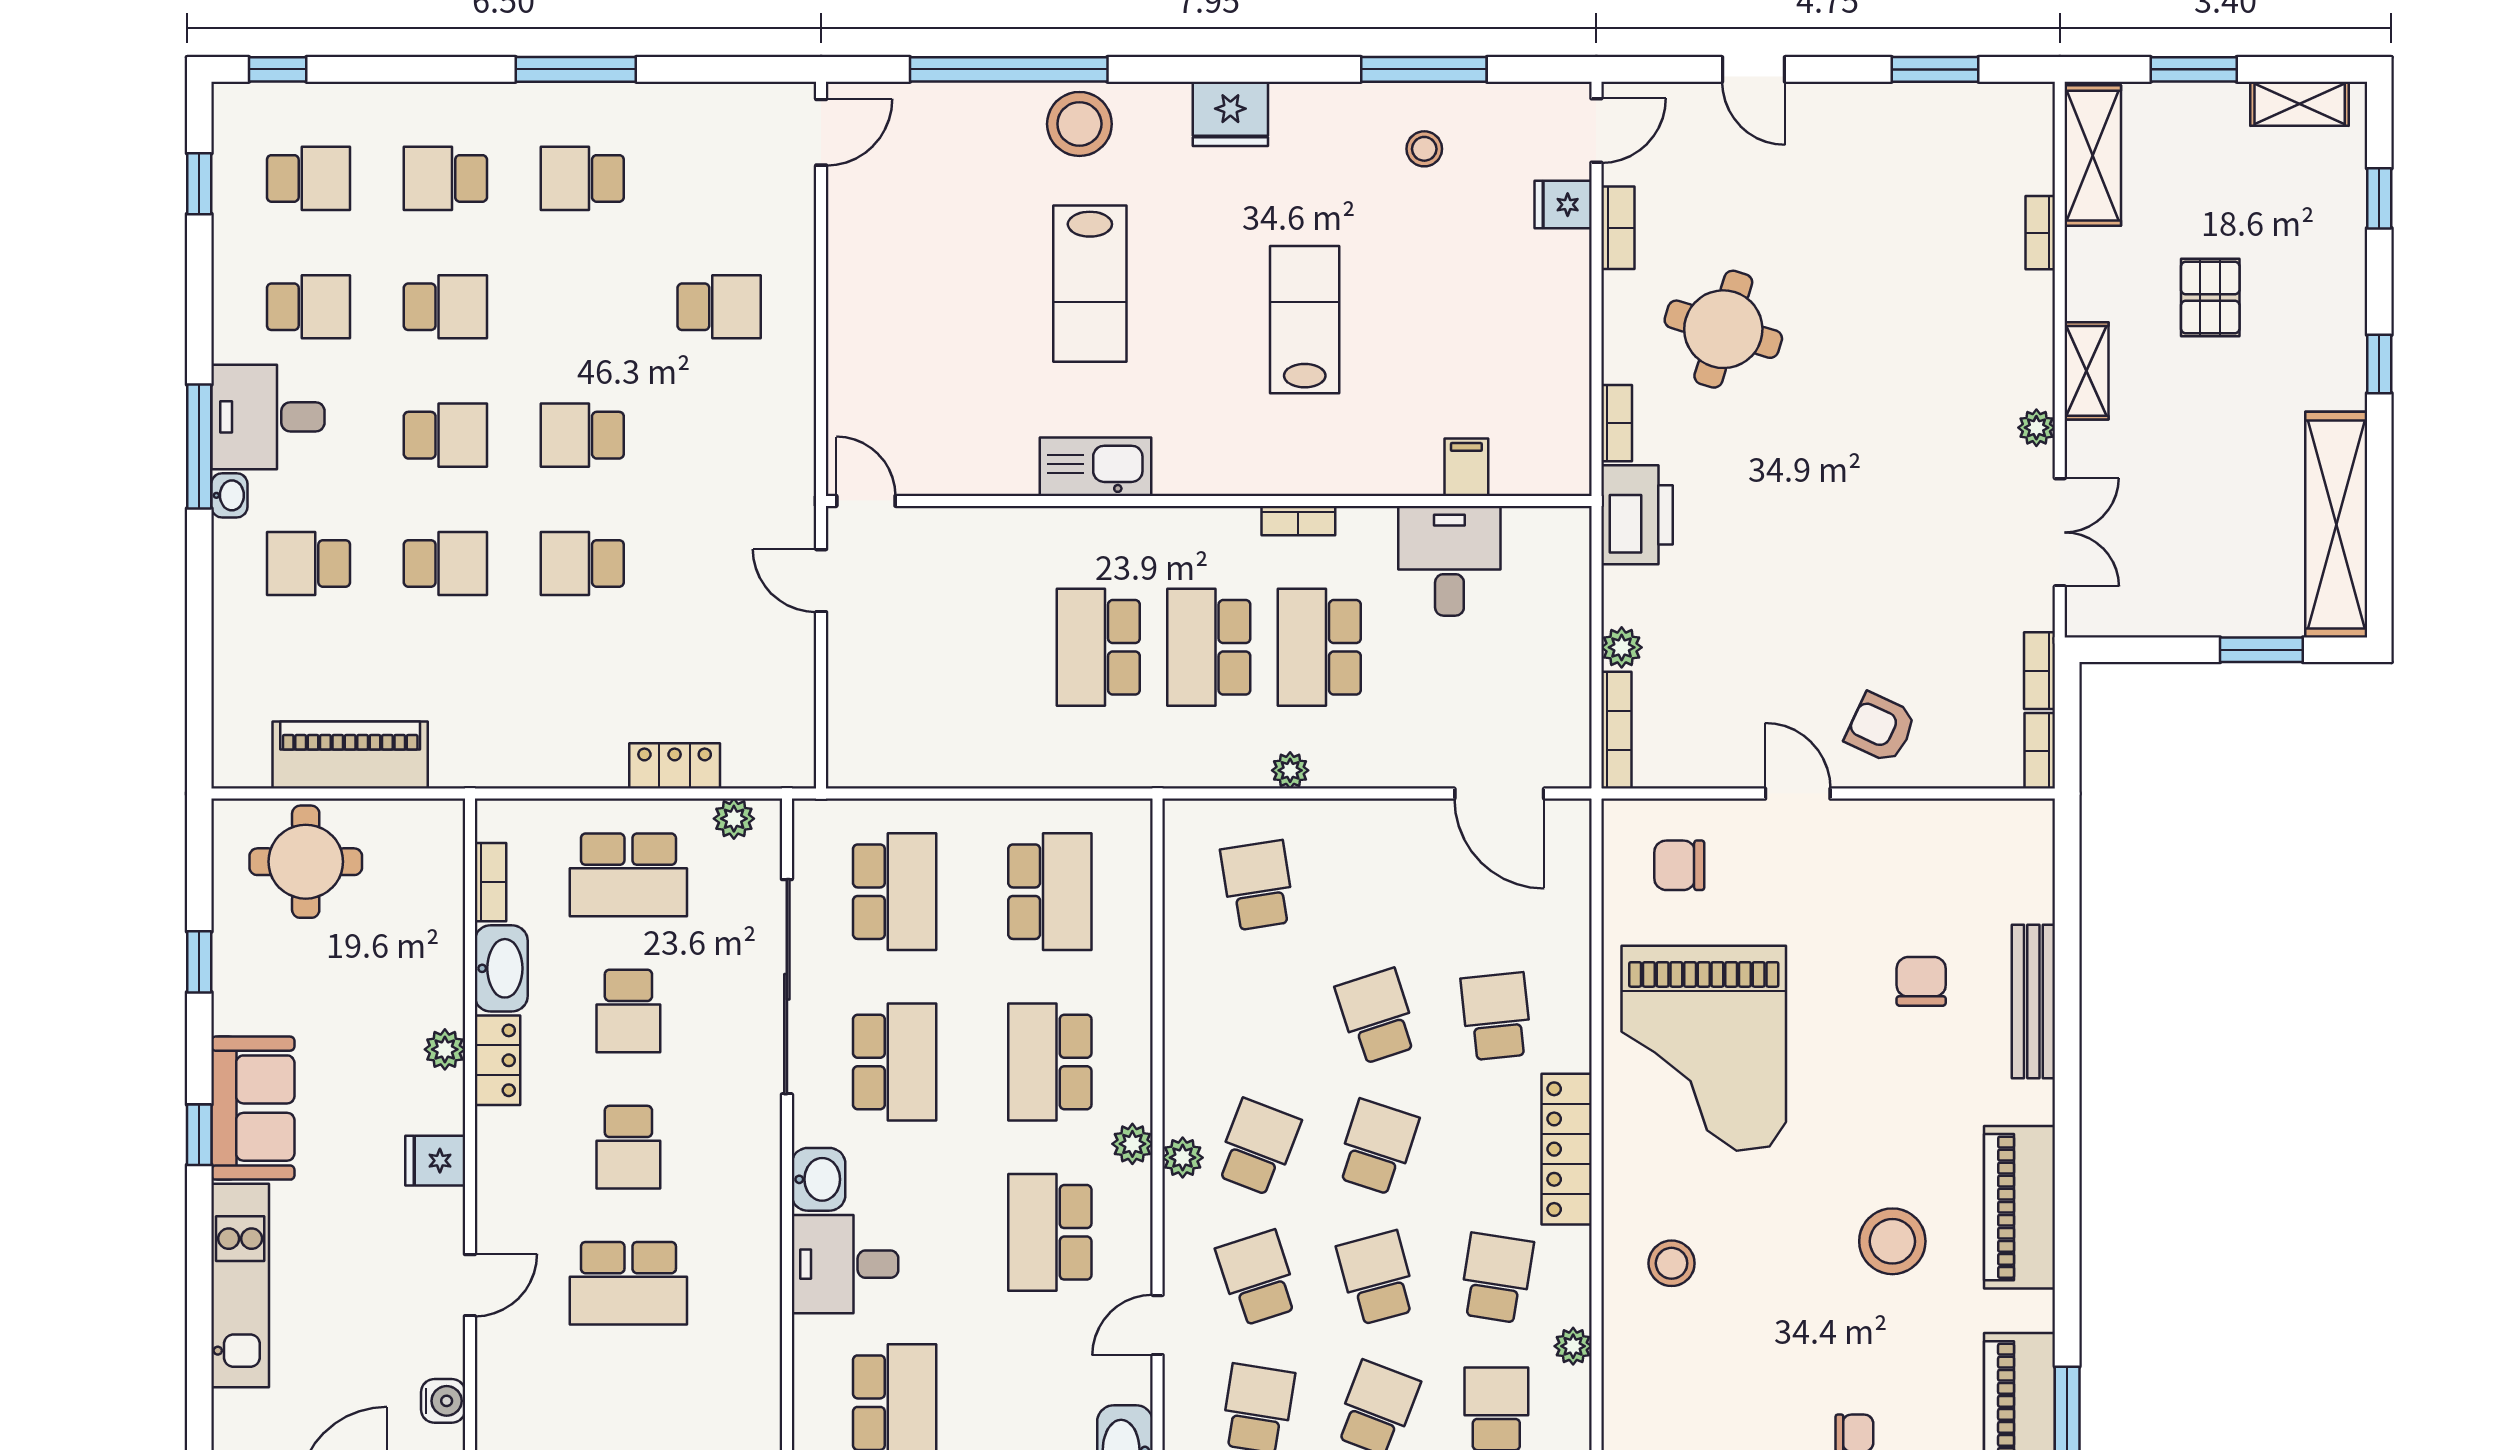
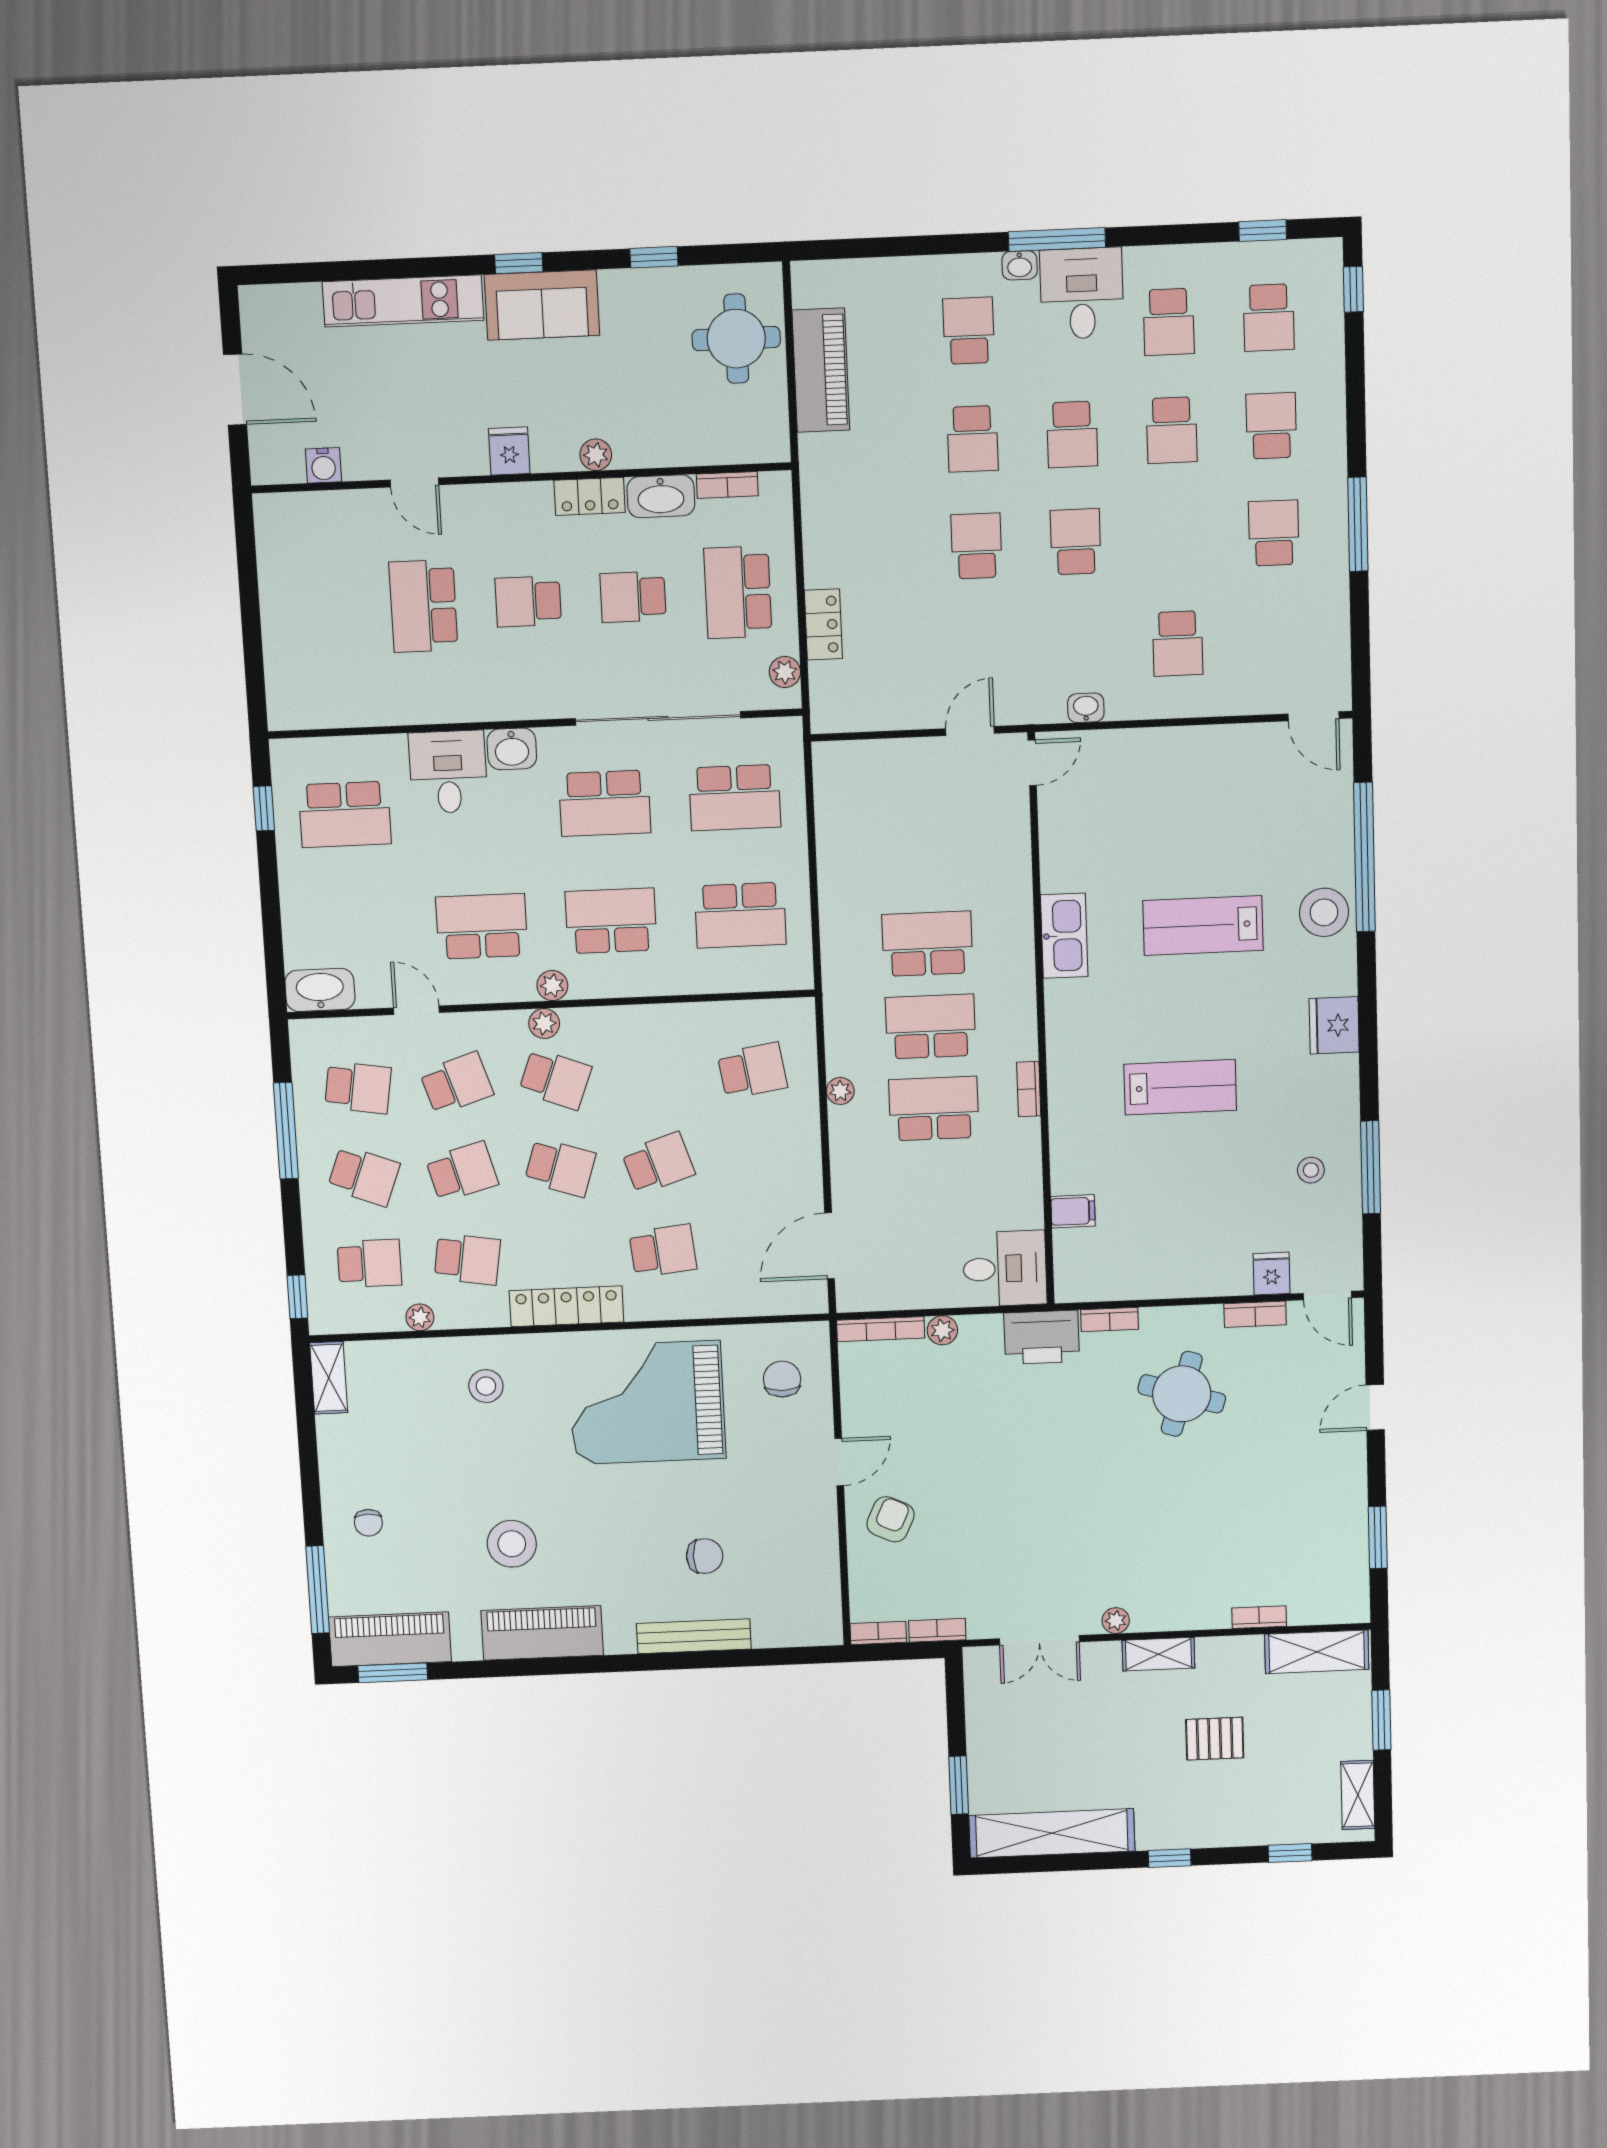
washbasin: (797, 429) -> (1086, 708), added
desk: (1449, 561) -> (1005, 1269), moved

